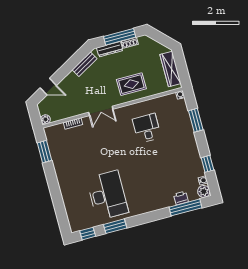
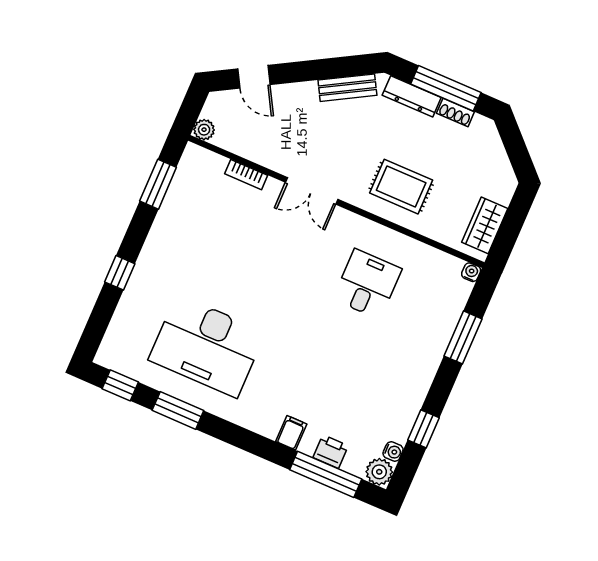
wardrobe: (170, 69) -> (485, 225), width x0.67
window: (56, 194) -> (120, 273), added
desk: (107, 195) -> (207, 346), turned 90
filing cabinet: (162, 202) -> (291, 433), added

